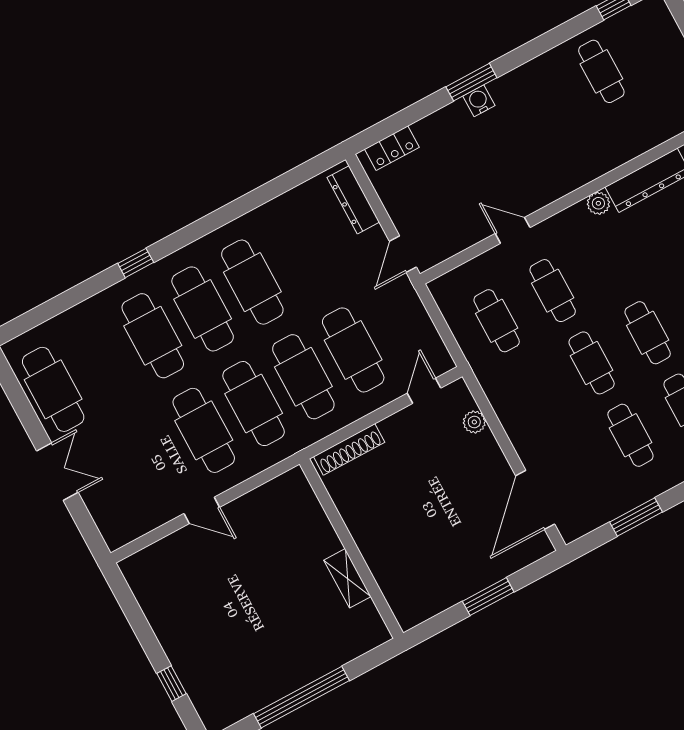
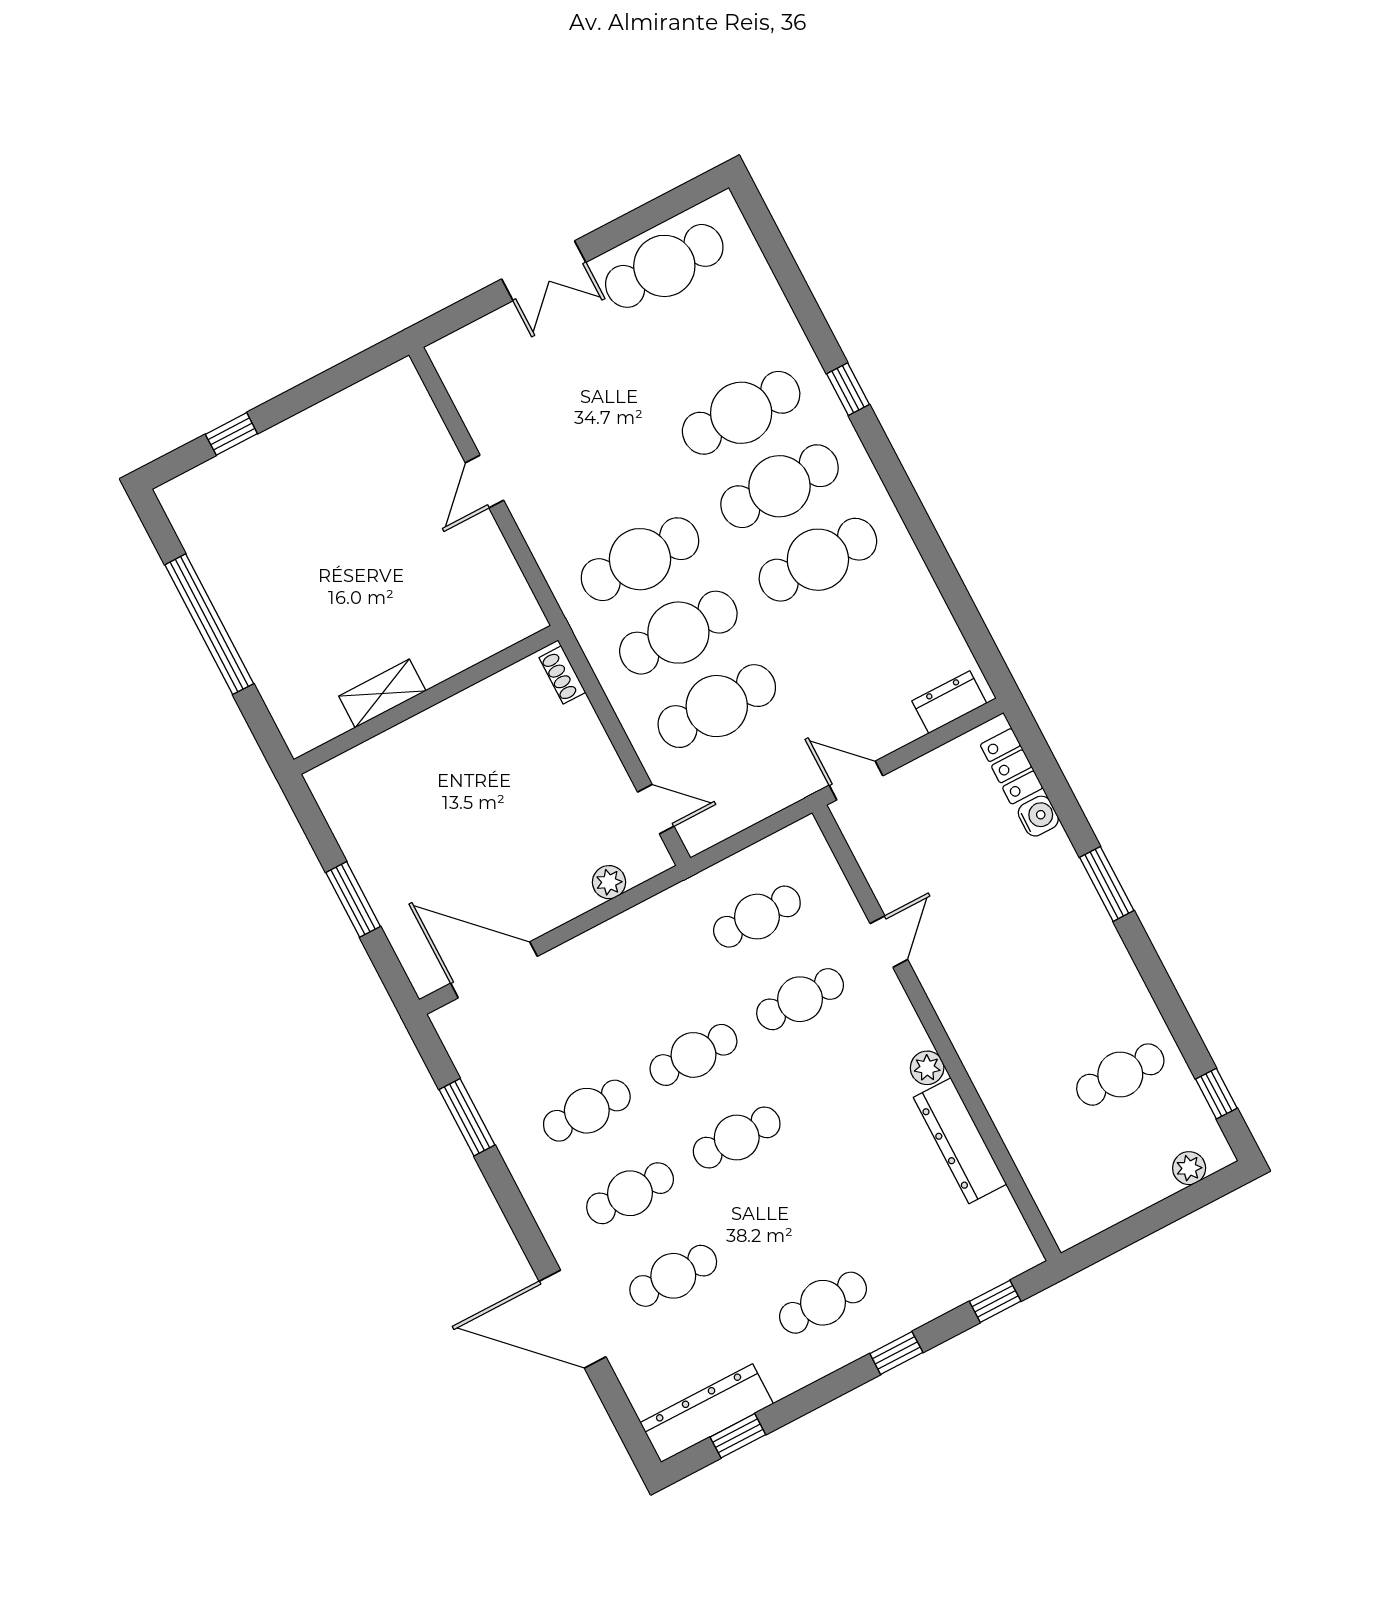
plant: (665, 24) -> (1189, 1168), added
water cooler: (479, 101) -> (1038, 816), moved
dresser: (353, 200) -> (949, 702), width x0.70
cafe table: (204, 430) -> (602, 486), removed
shoe rack: (349, 449) -> (562, 675), width x0.51, depth x0.81

